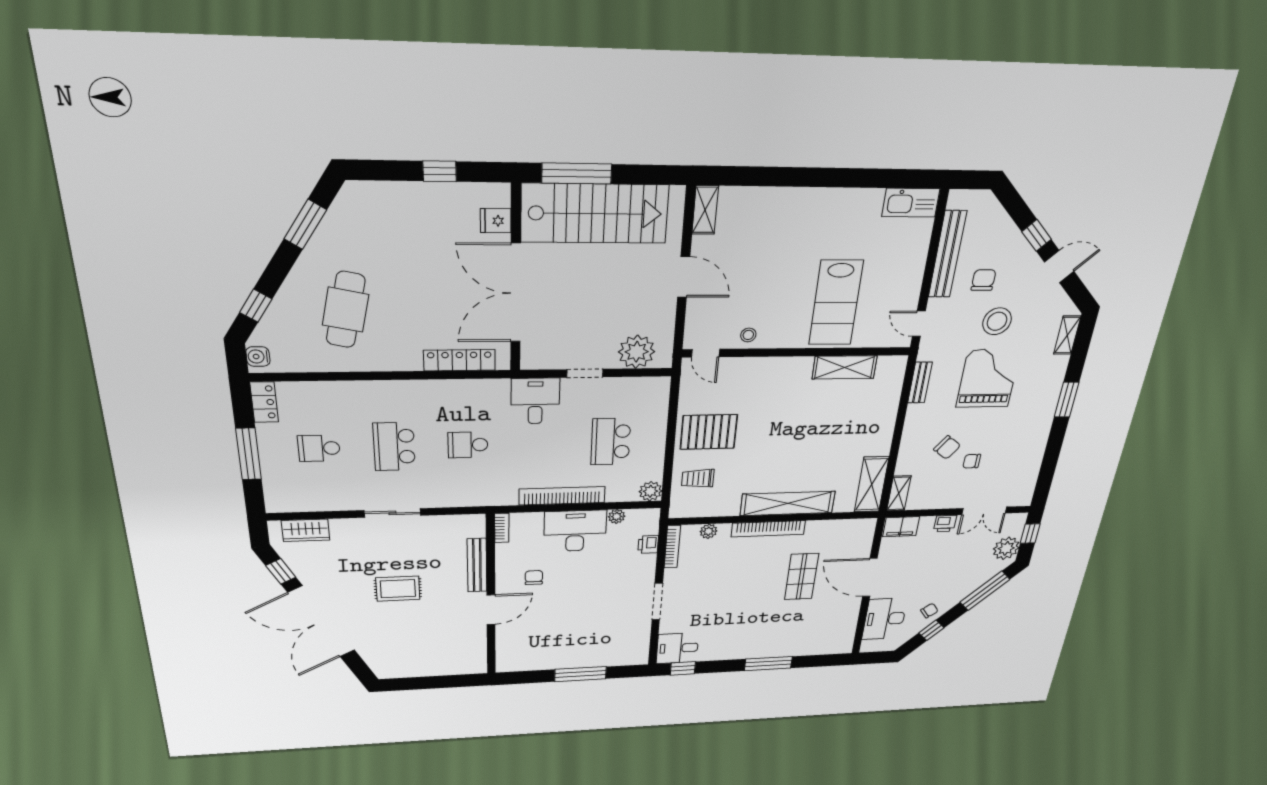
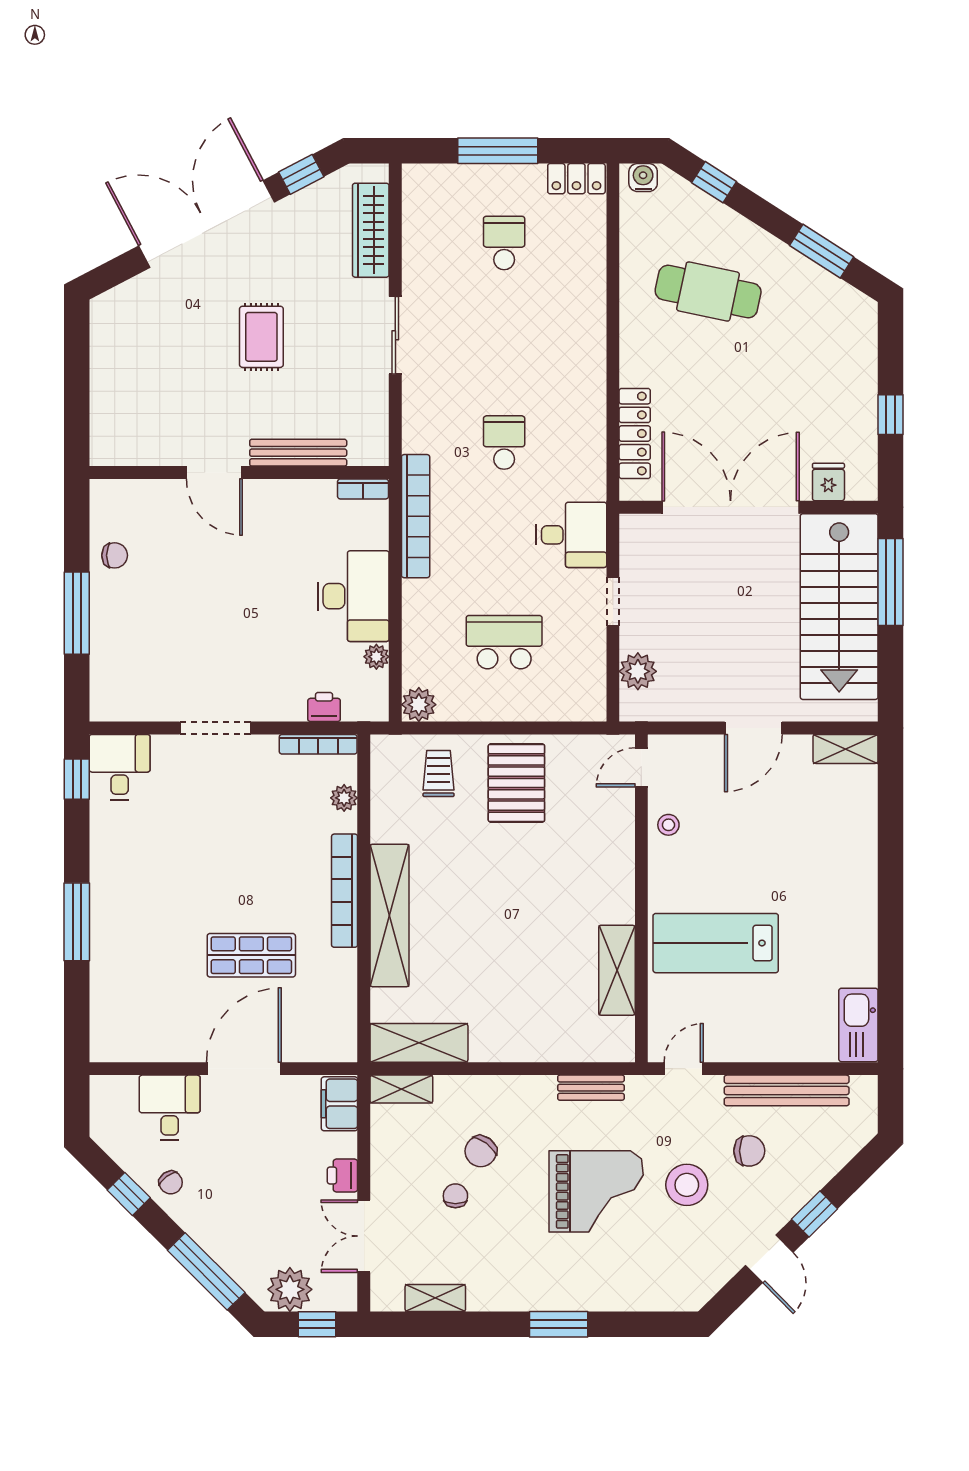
shelving: (1067, 335) -> (435, 1298), moved
plant: (637, 352) -> (638, 671), width x0.73, depth x0.73
school desk: (394, 447) -> (504, 343), removed
bookcase: (562, 496) -> (416, 516), moved
wardrobe: (306, 530) -> (371, 230), width x1.50
chair: (534, 578) -> (115, 555), moved
desk: (885, 619) -> (170, 1108), width x0.73

